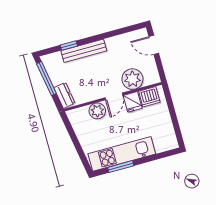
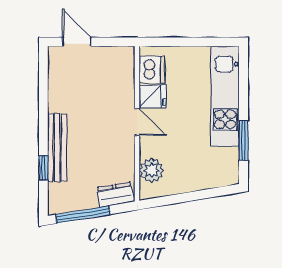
door: (154, 45) -> (77, 42), swing flipped
plant: (132, 79) -> (119, 87), removed
plant: (97, 111) -> (152, 170), moved
kitchen unit: (122, 154) -> (225, 96), moved

